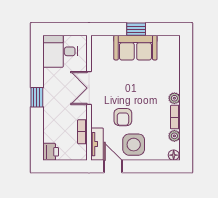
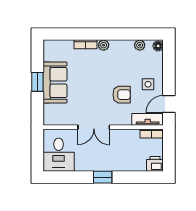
bookcase: (175, 117) -> (86, 44), moved
bookcase: (82, 132) -> (152, 133), moved
side table: (134, 145) -> (148, 84), width x0.54, depth x0.54

